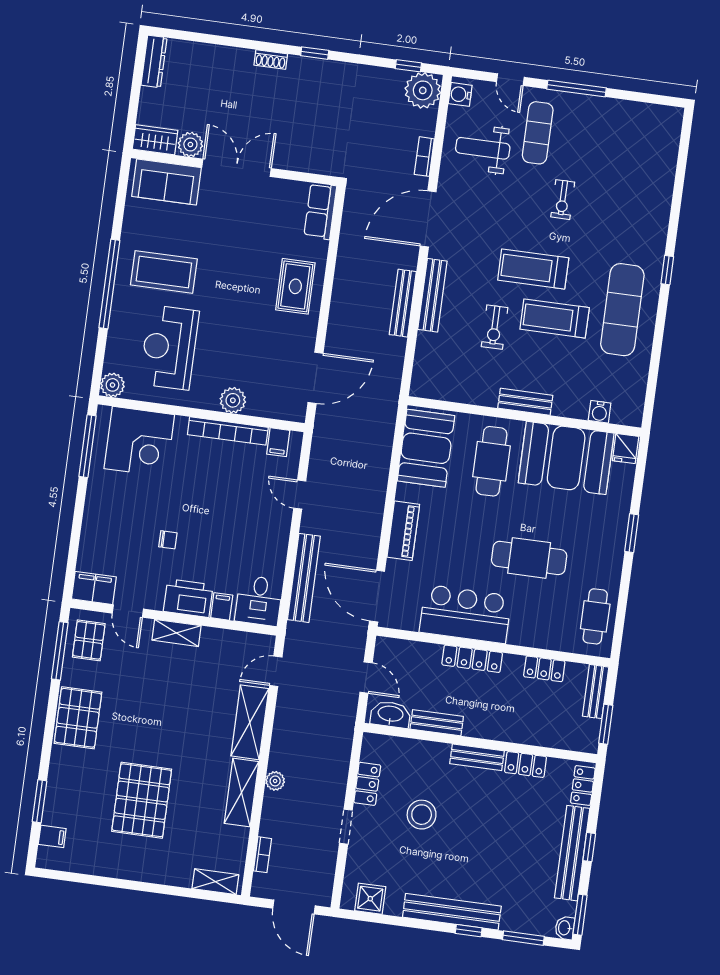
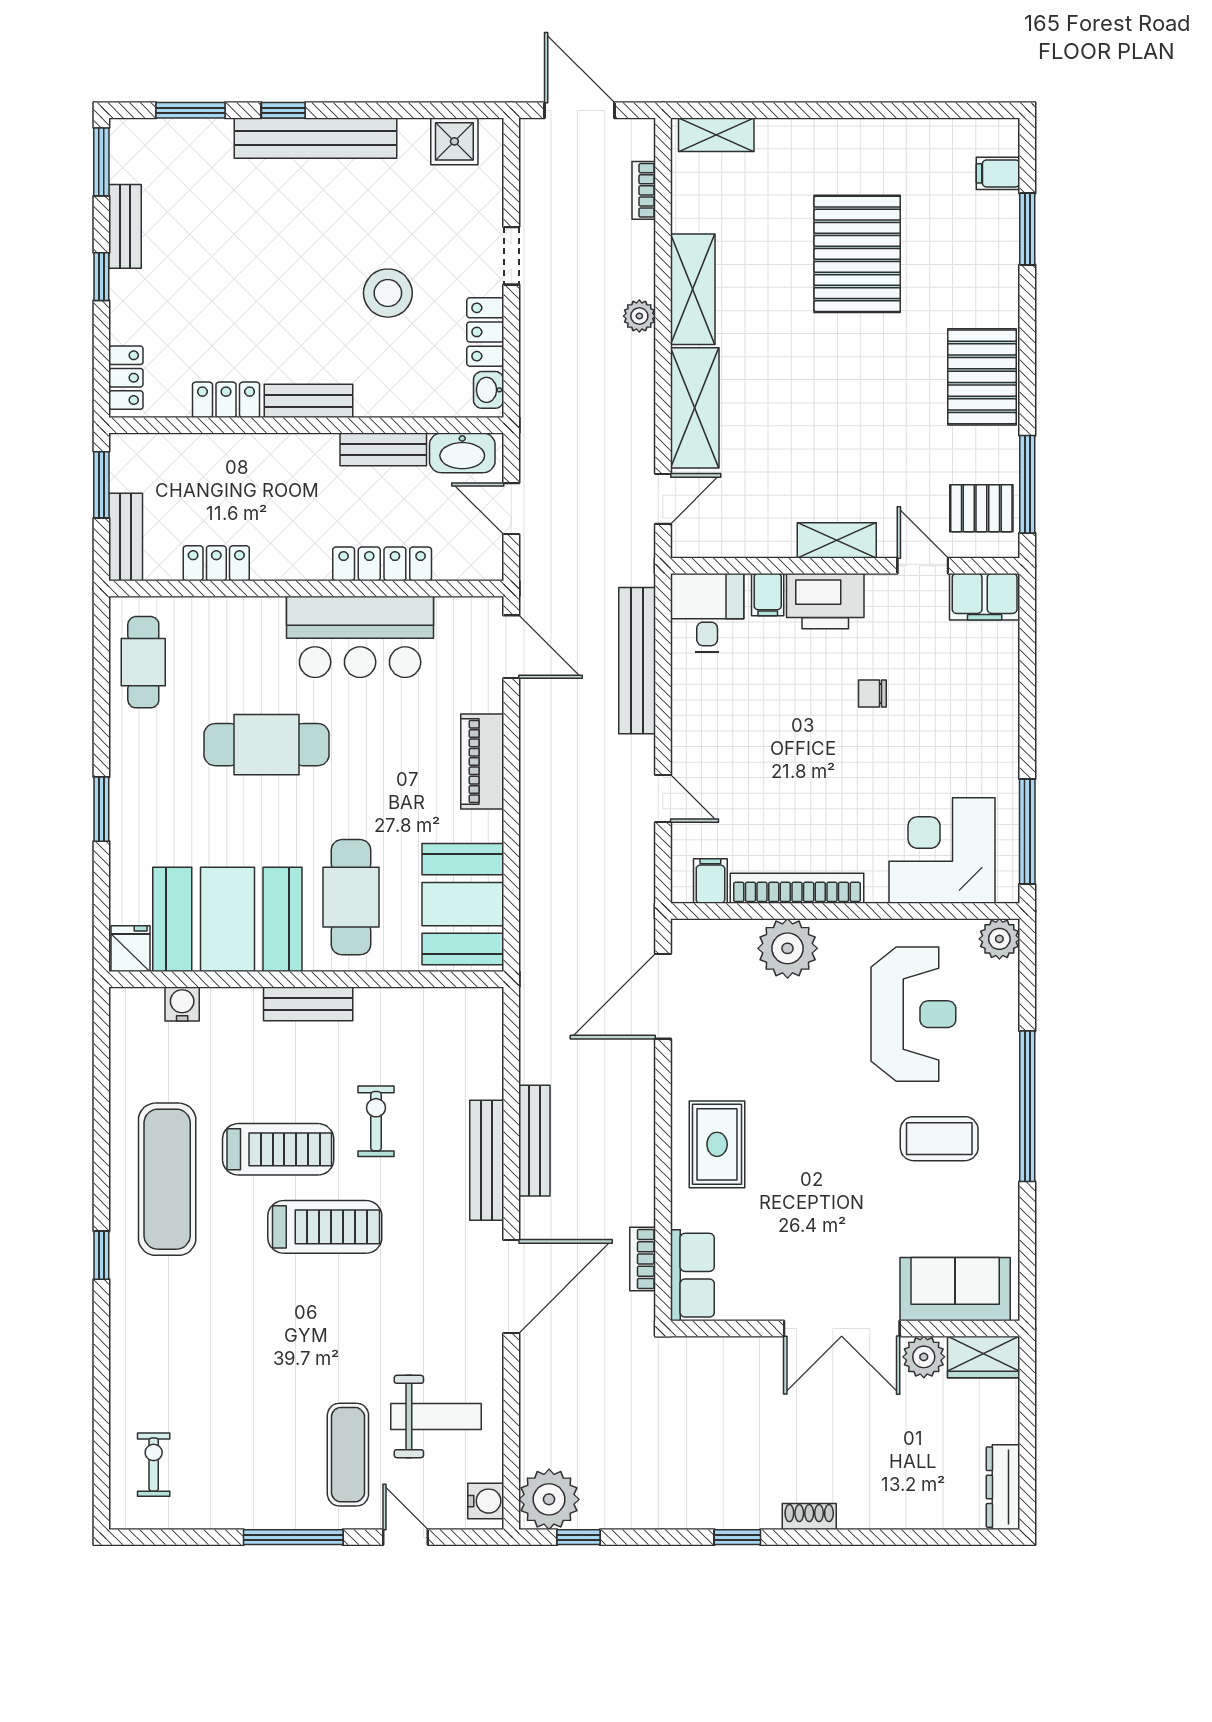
bookcase: (424, 157) -> (643, 1259), moved, turned 180
exercise bike: (563, 200) -> (154, 1465), moved
coffee table: (164, 272) -> (939, 1139), width x0.73, depth x0.76
plant: (233, 400) -> (788, 948), width x1.36, depth x1.36
door: (377, 596) -> (511, 647), width x0.73
pallet: (89, 640) -> (981, 508), turned 90
locker: (472, 659) -> (382, 564), moved
bench: (572, 853) -> (125, 226), width x0.54, depth x0.82
washbasin: (565, 928) -> (489, 390), moved, turned 180

